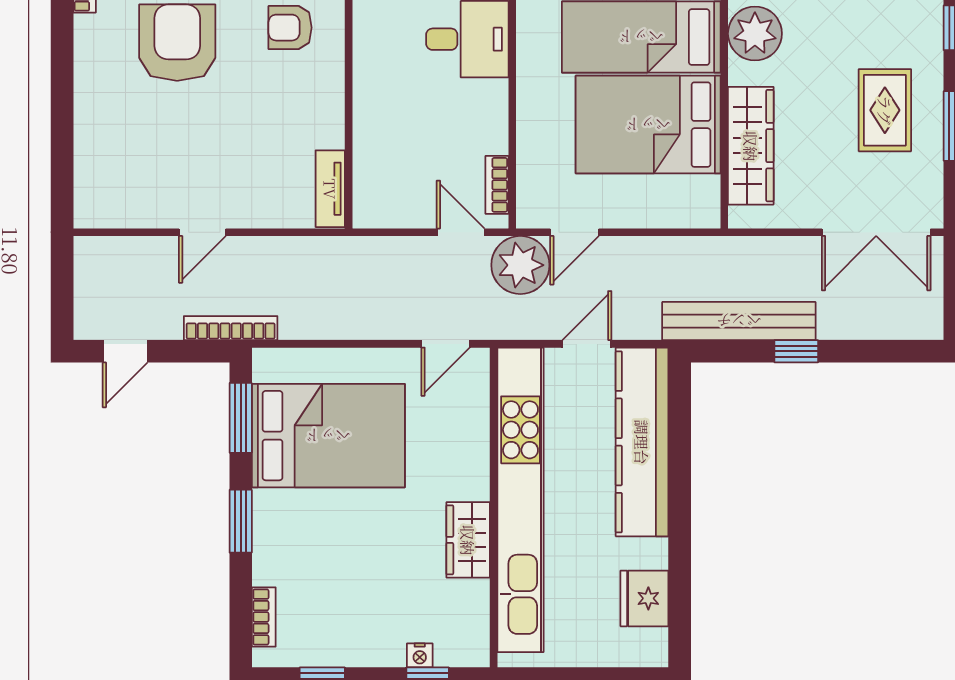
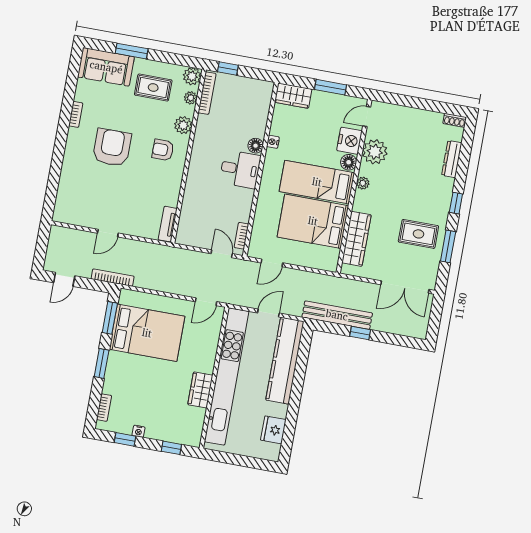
plant: (755, 34) -> (363, 183), width x0.53, depth x0.53
rug: (885, 110) -> (418, 234), turned 90
plant: (520, 265) -> (245, 273), removed
nightstand: (420, 655) -> (139, 431), moved

